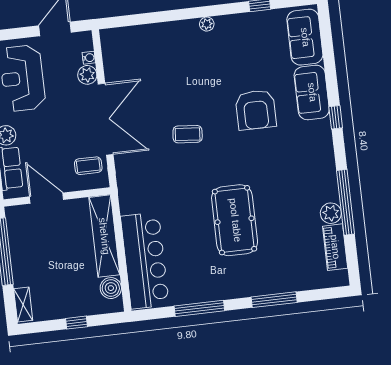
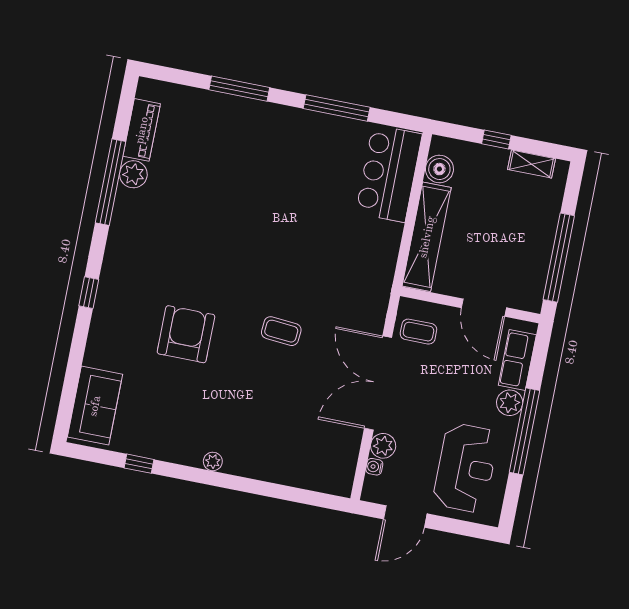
sofa: (312, 92) -> (109, 333), removed
pool table: (235, 220) -> (257, 204), removed
bar counter: (145, 261) -> (389, 173), width x0.73
shelving: (23, 305) -> (532, 164), moved, turned 90

